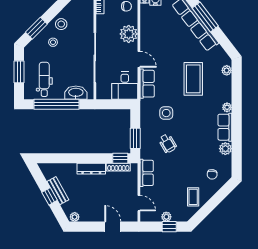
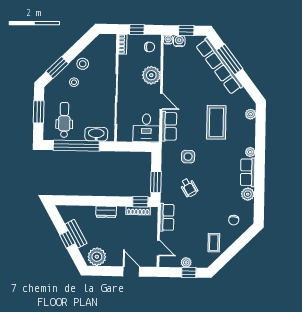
dresser: (91, 169) -> (106, 212), width x0.70
plant: (75, 217) -> (97, 257), width x1.87, depth x1.87

